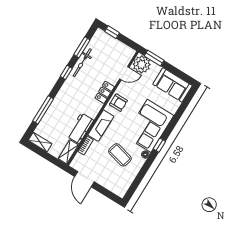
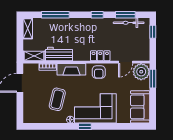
bicycle: (82, 63) -> (129, 23), moved
door: (124, 73) -> (126, 62), hinge flipped

